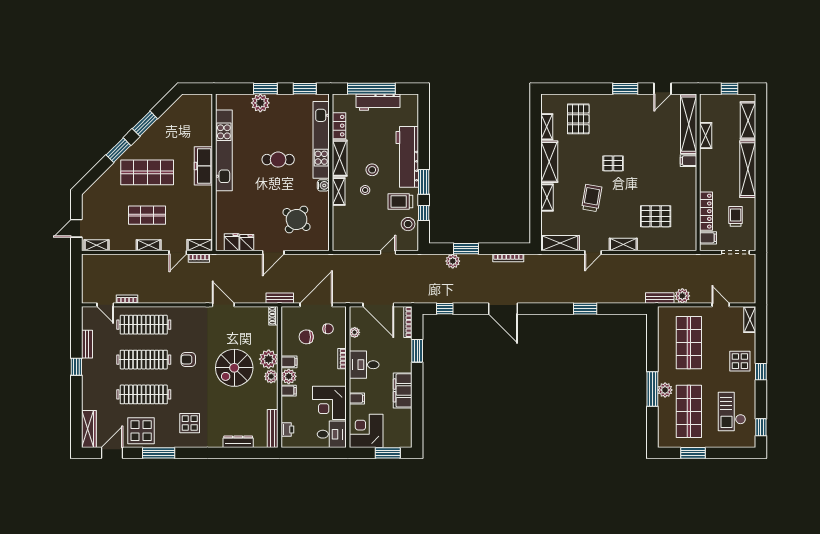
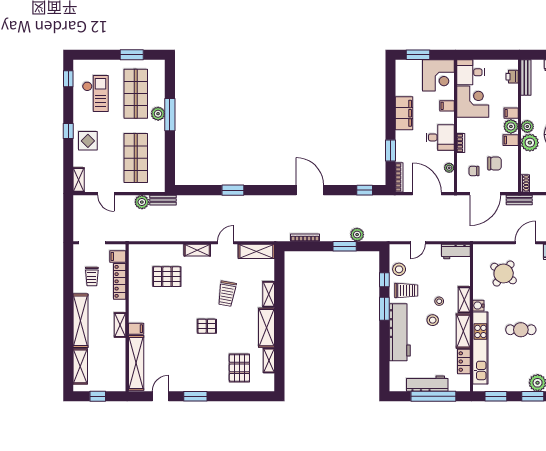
shelving: (706, 135) -> (120, 325), moved
workbench: (347, 243) -> (456, 252), added

